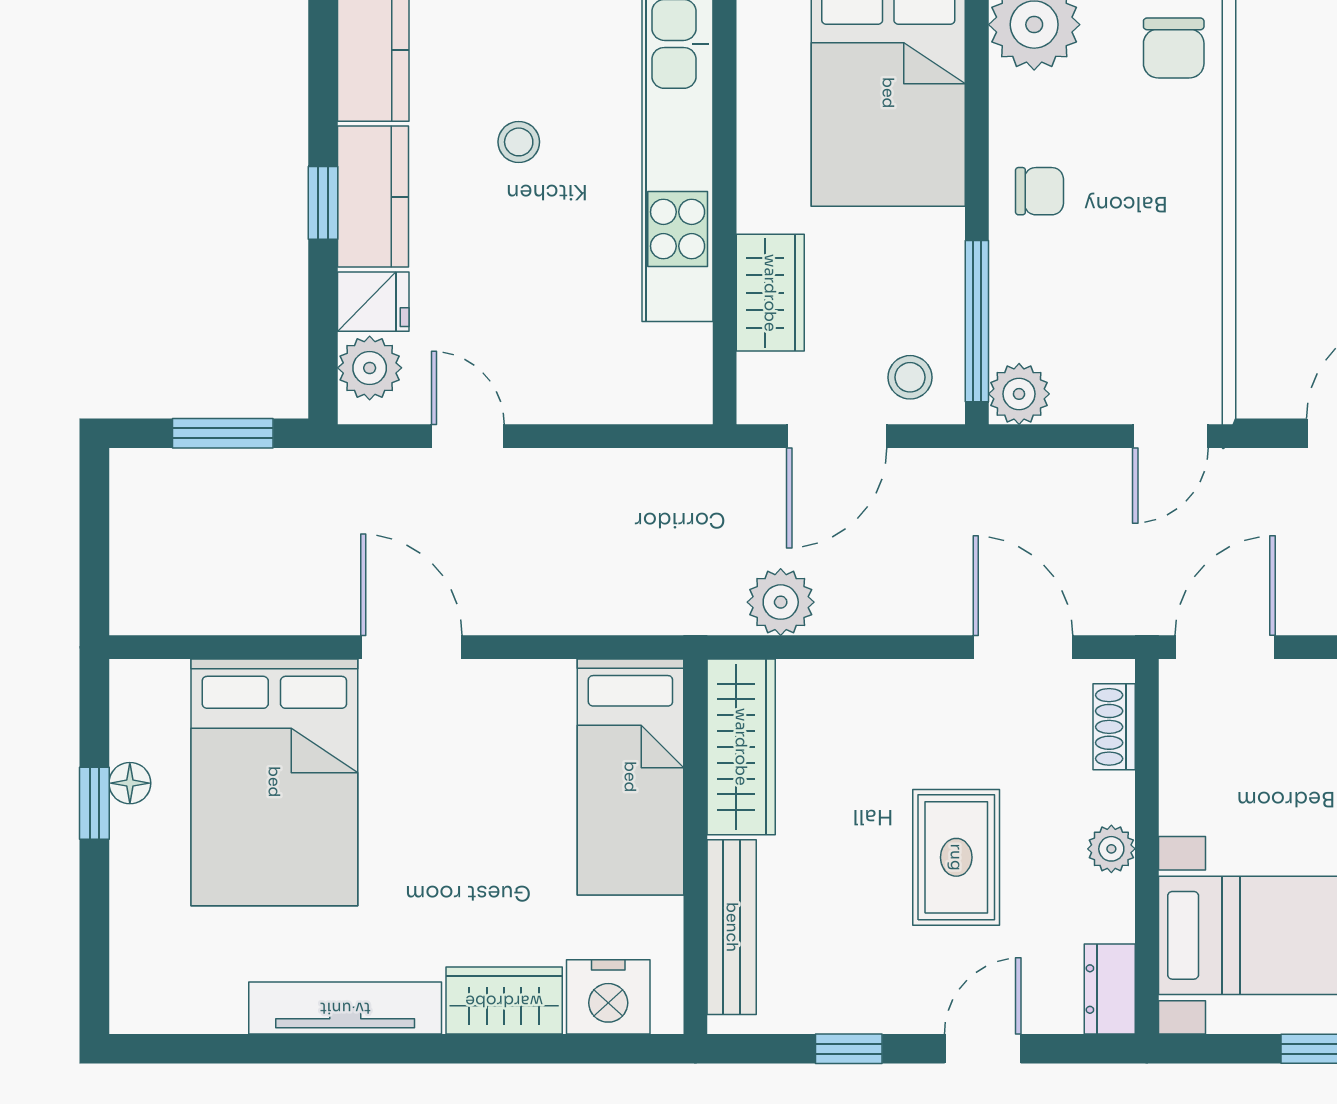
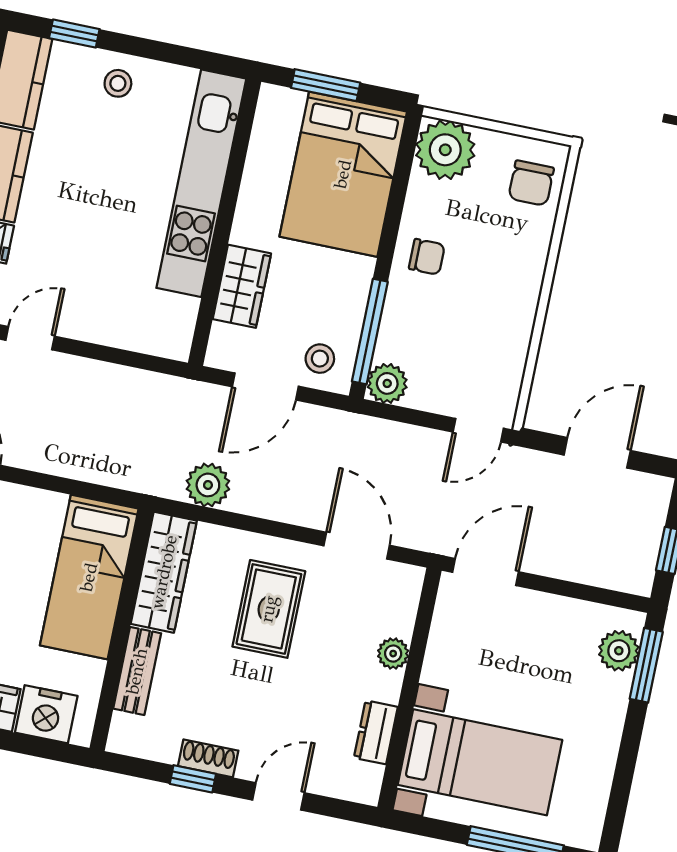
stool: (519, 142) -> (118, 83), moved
door: (468, 436) -> (30, 338), hinge flipped
shoe rack: (1114, 727) -> (208, 758), moved, turned 90
plant: (1111, 849) -> (393, 654), moved
rug: (956, 857) -> (269, 609), moved
bench: (732, 927) -> (137, 671), width x0.73
dresser: (1110, 989) -> (376, 732), moved

